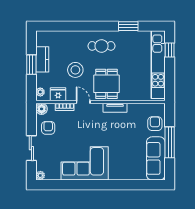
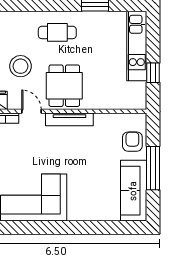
window: (170, 50) -> (153, 73), moved
kitchen unit: (158, 65) -> (137, 46), width x0.73
tv unit: (115, 108) -> (69, 119), width x1.41

